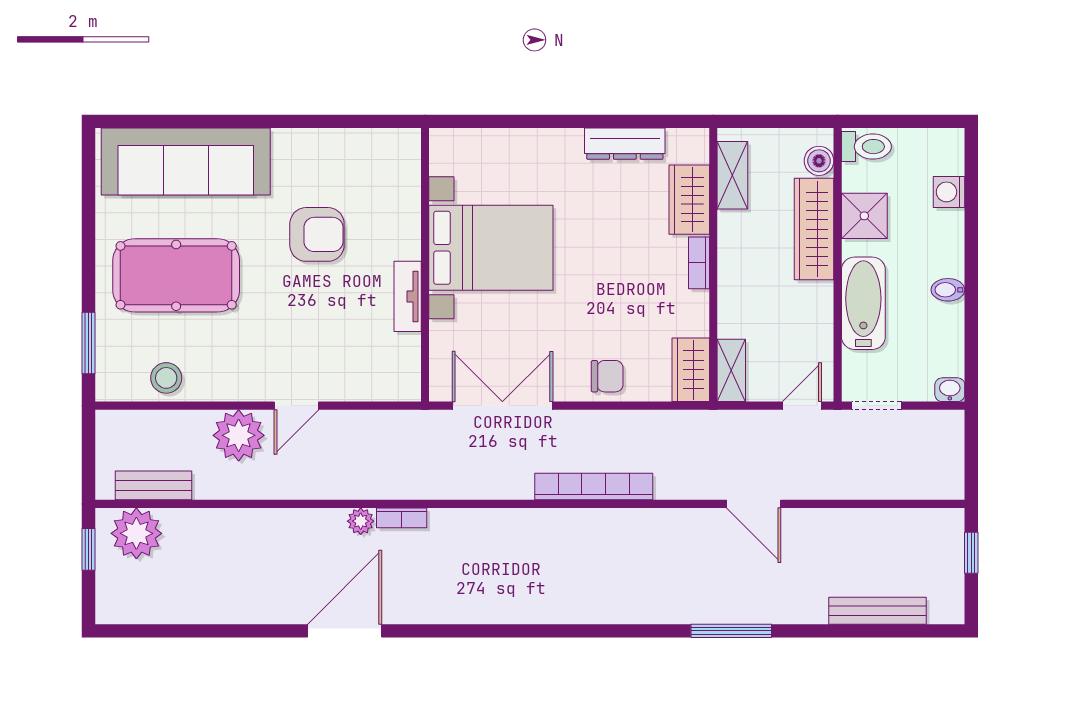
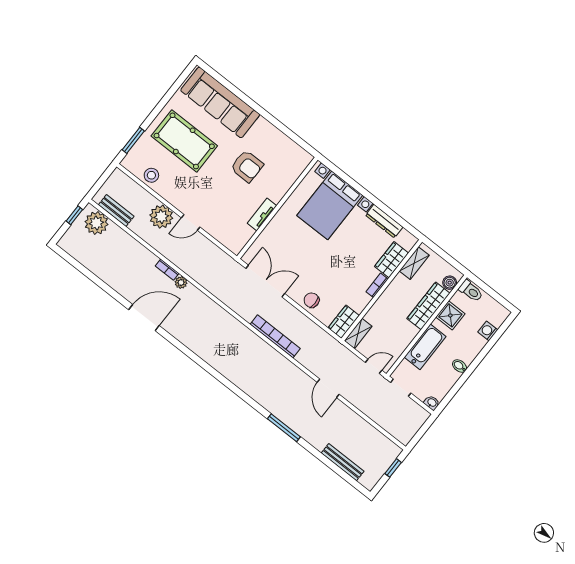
bed with nightstands: (491, 248) -> (330, 205), moved, turned 90
chair: (607, 376) -> (312, 300), turned 180
bookcase: (402, 518) -> (167, 270), moved

